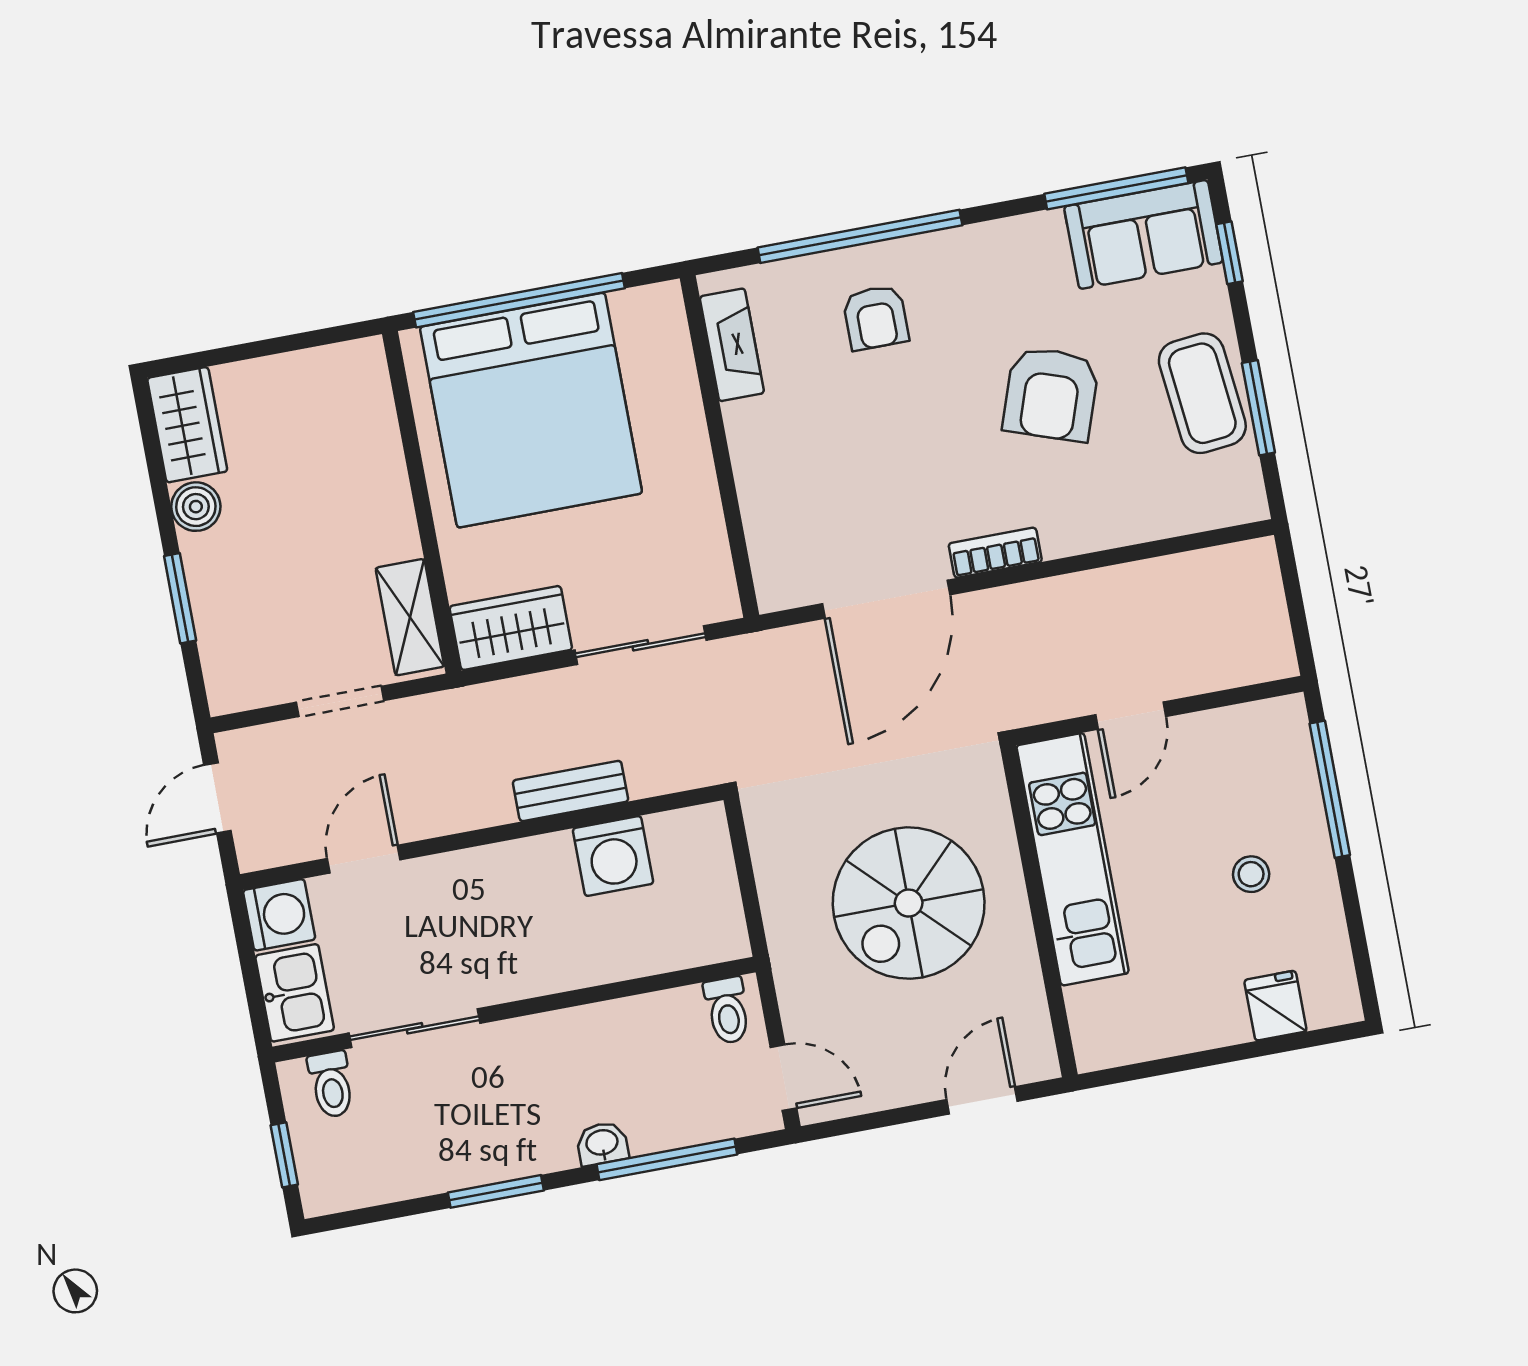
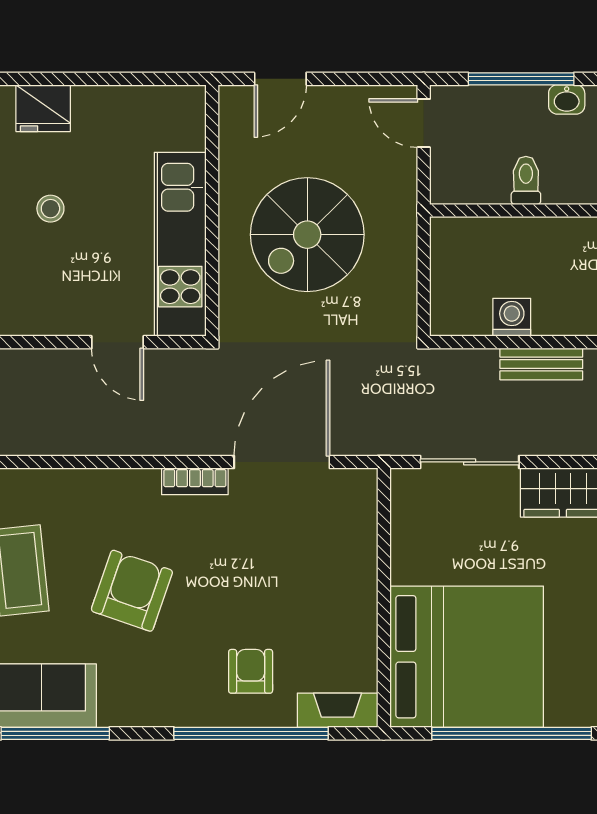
fireplace: (732, 345) -> (338, 710), moved, turned 90
bed: (531, 410) -> (467, 657), moved, turned 90
door: (1131, 716) -> (117, 342), swing flipped
washing machine: (613, 856) -> (512, 317), width x0.73, depth x0.73
spiral stairs: (909, 903) -> (307, 235), turned 180
fridge: (1275, 1006) -> (43, 108), width x1.38
toilet: (727, 1010) -> (526, 180), moved

